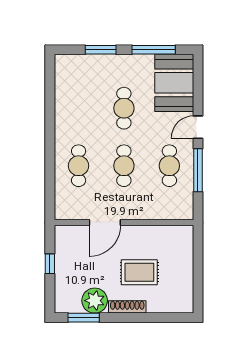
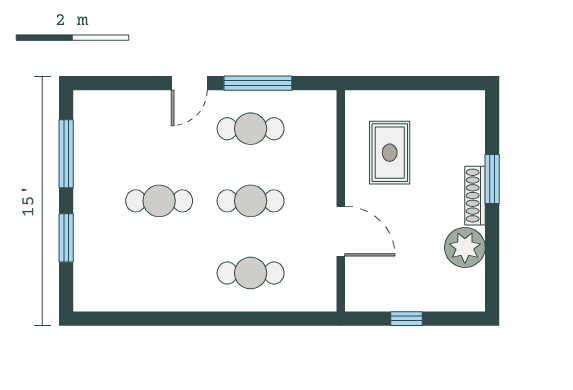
booth: (174, 83) -> (119, 121), removed
door: (198, 127) -> (189, 83), hinge flipped
rug: (139, 272) -> (390, 153), moved
window: (84, 318) -> (492, 179), moved

